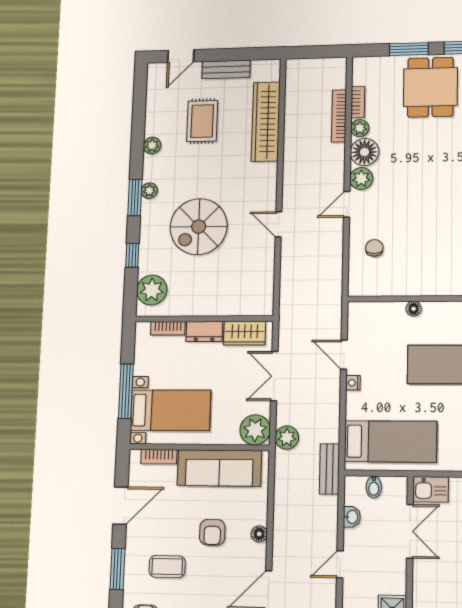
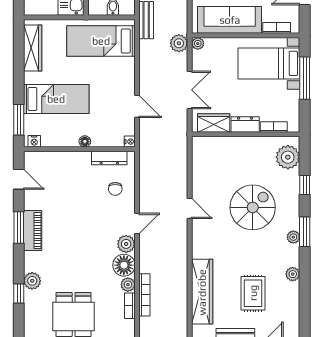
dresser: (381, 287) -> (109, 158), added
nightstand: (353, 383) -> (130, 142), moved
plant: (255, 430) -> (198, 44), width x0.53, depth x0.53

